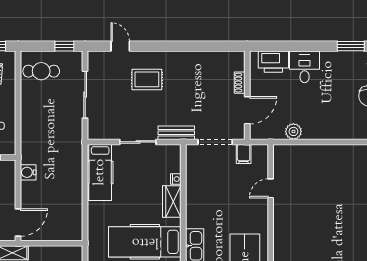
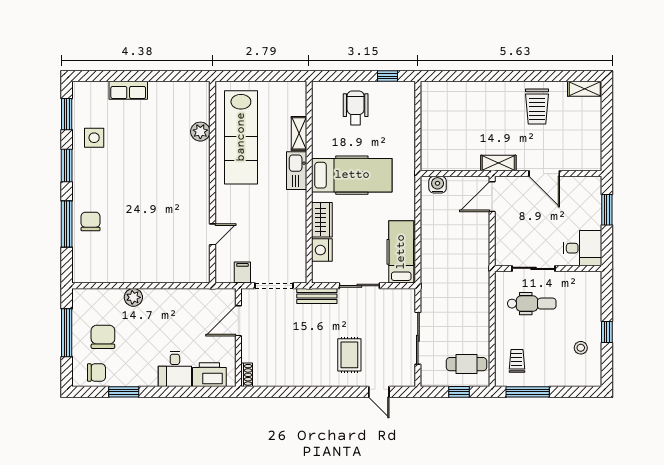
window: (64, 46) -> (459, 392), moved
rug: (147, 79) -> (349, 355), turned 90
shoe rack: (240, 83) -> (247, 375), moved
plant: (293, 131) -> (133, 297), moved
water cooler: (28, 172) -> (438, 185), moved, turned -90
nightstand: (176, 179) -> (322, 250), width x1.89, depth x1.79

